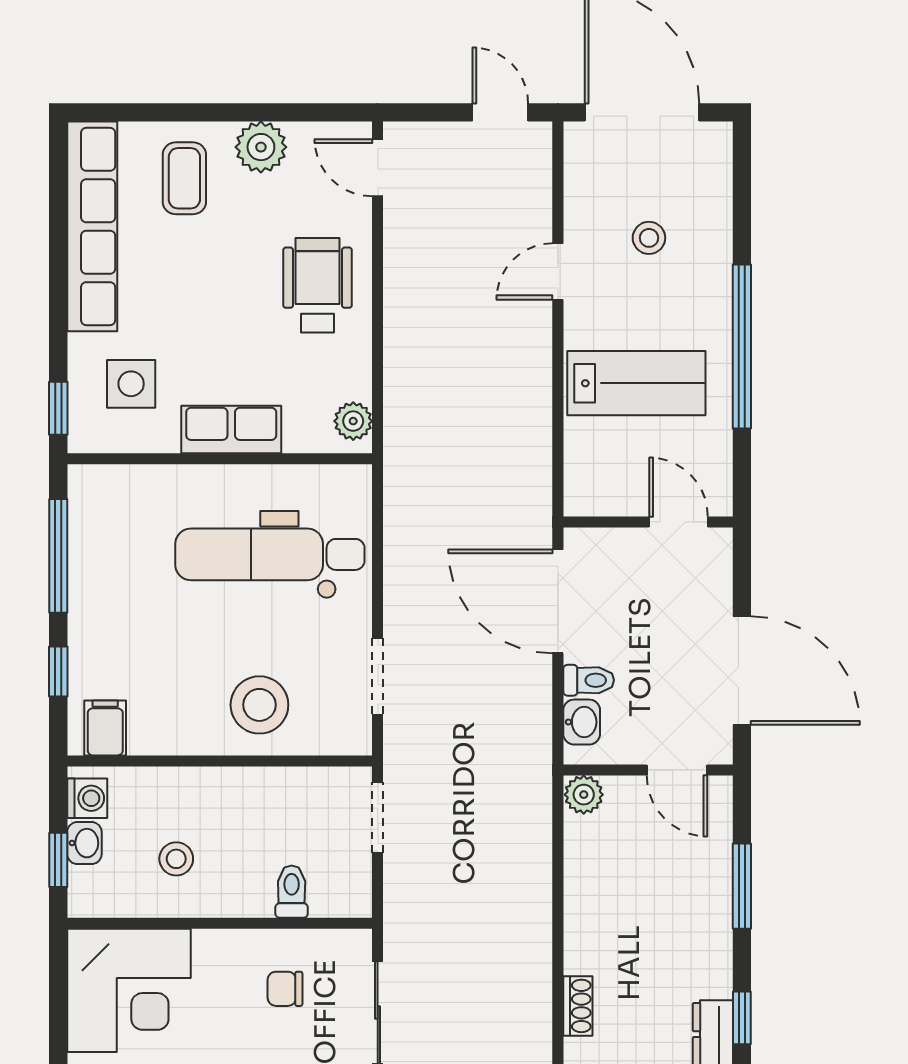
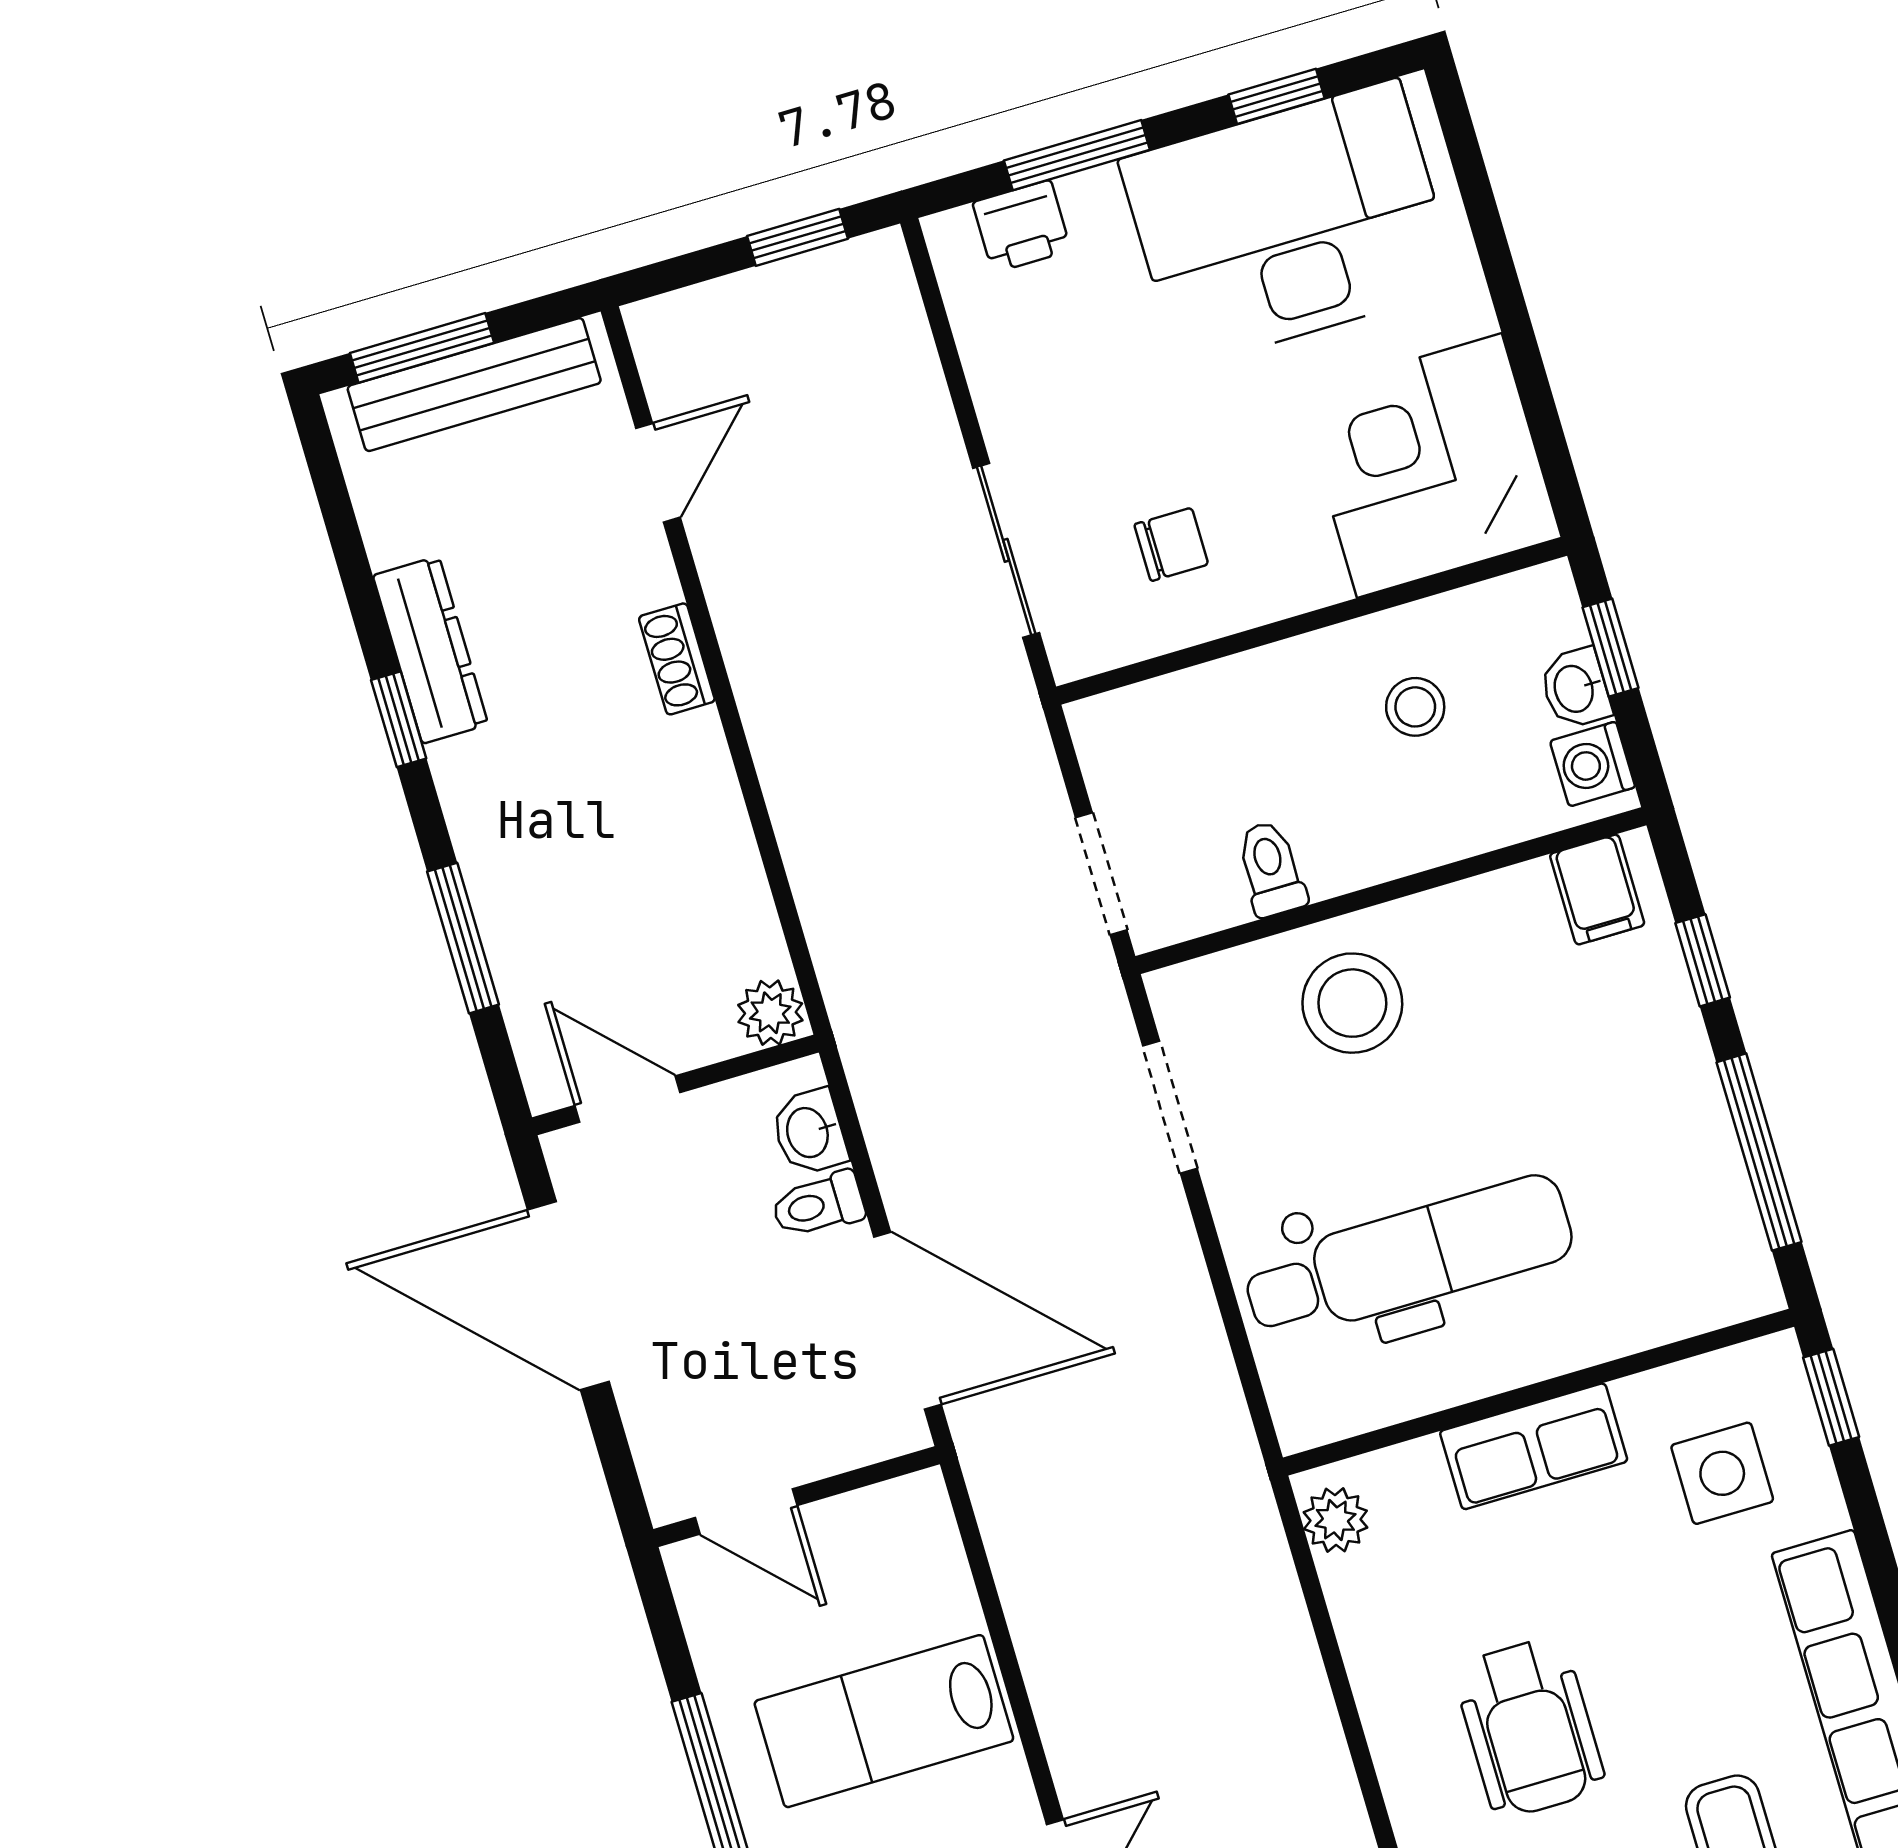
wheelchair: (318, 285) -> (1529, 1727), moved
toilet: (292, 892) -> (1271, 869), moved, turned 180

